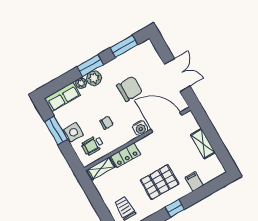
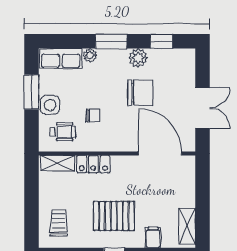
window: (124, 46) -> (161, 41), width x0.67
plant: (94, 78) -> (138, 58), moved
water cooler: (140, 128) -> (127, 143), removed
shelving: (203, 144) -> (187, 226), moved
wheelchair: (92, 145) -> (63, 132), turned 180

